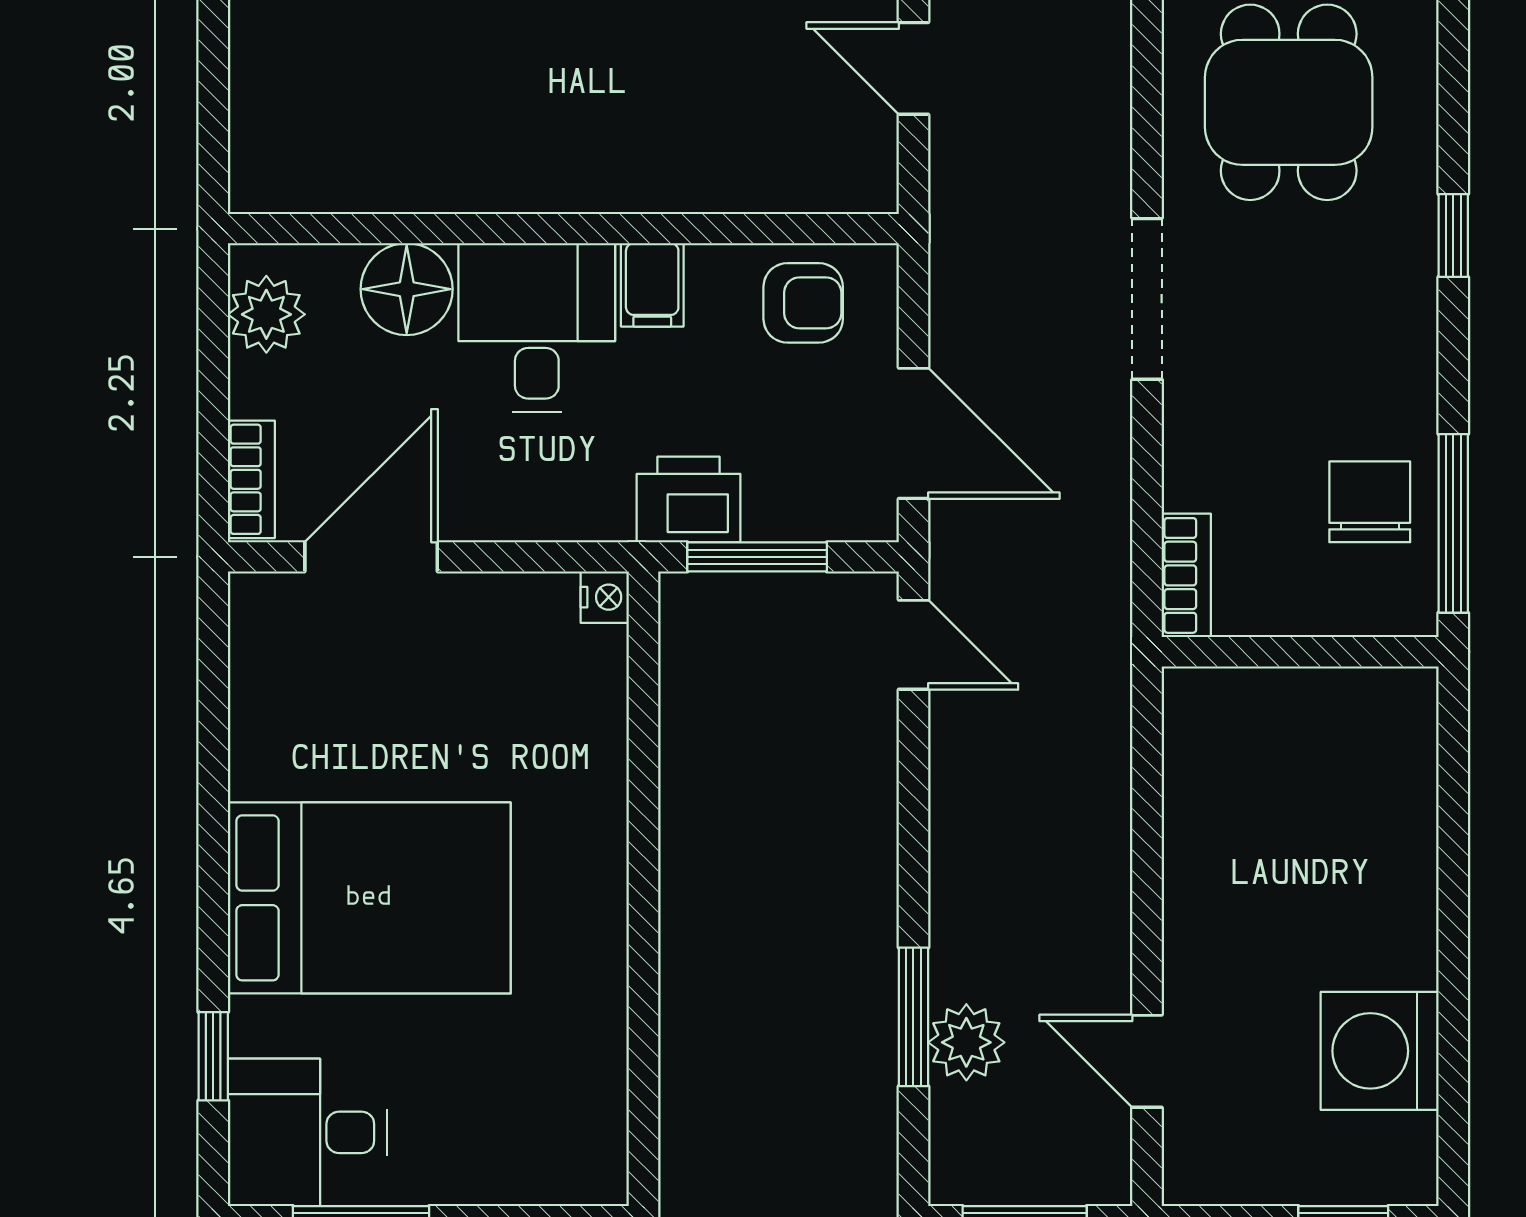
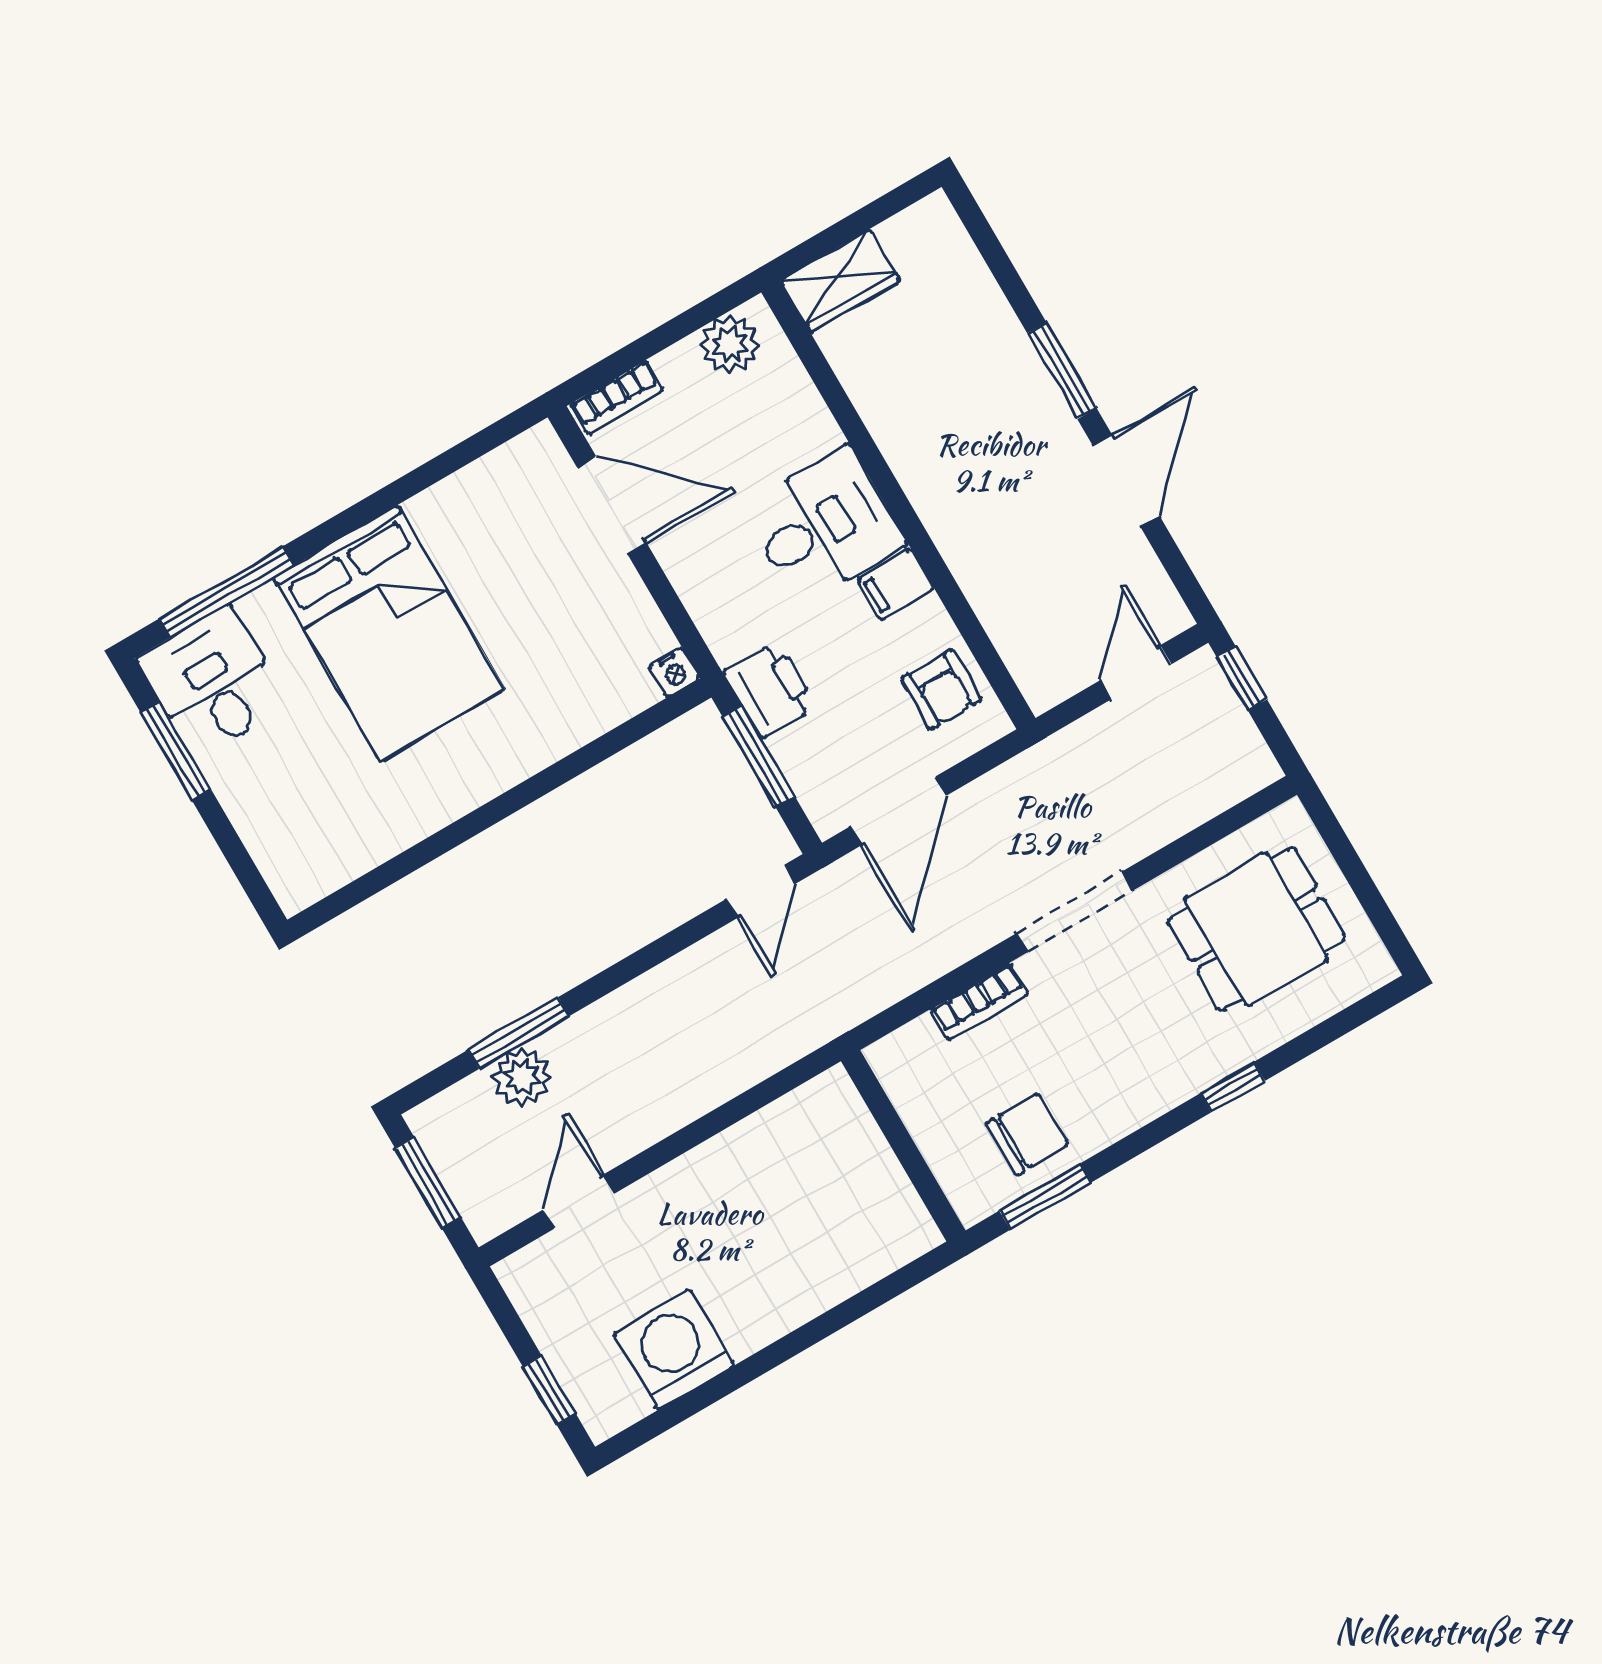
wardrobe: (268, 145) -> (840, 281), added
floor lamp: (407, 289) -> (799, 426), removed
window: (1453, 523) -> (1045, 1197), width x0.69
bookcase: (1186, 575) -> (979, 1002), moved
window: (213, 1056) -> (226, 592), width x2.17

